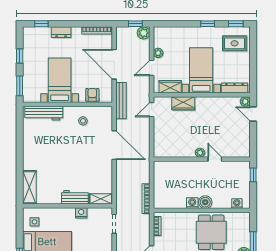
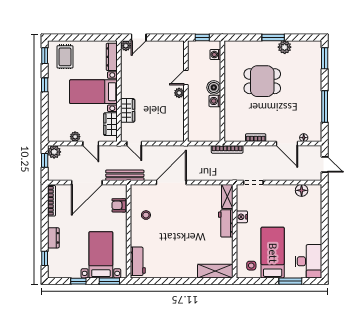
bed with nightstands: (60, 80) -> (101, 255), moved, turned 90
workbench: (44, 113) -> (138, 261), width x0.73
boiler: (205, 202) -> (214, 87), moved
washing machine: (192, 203) -> (215, 101), moved
washing machine: (237, 204) -> (215, 55), moved
wall: (202, 210) -> (222, 91), moved

